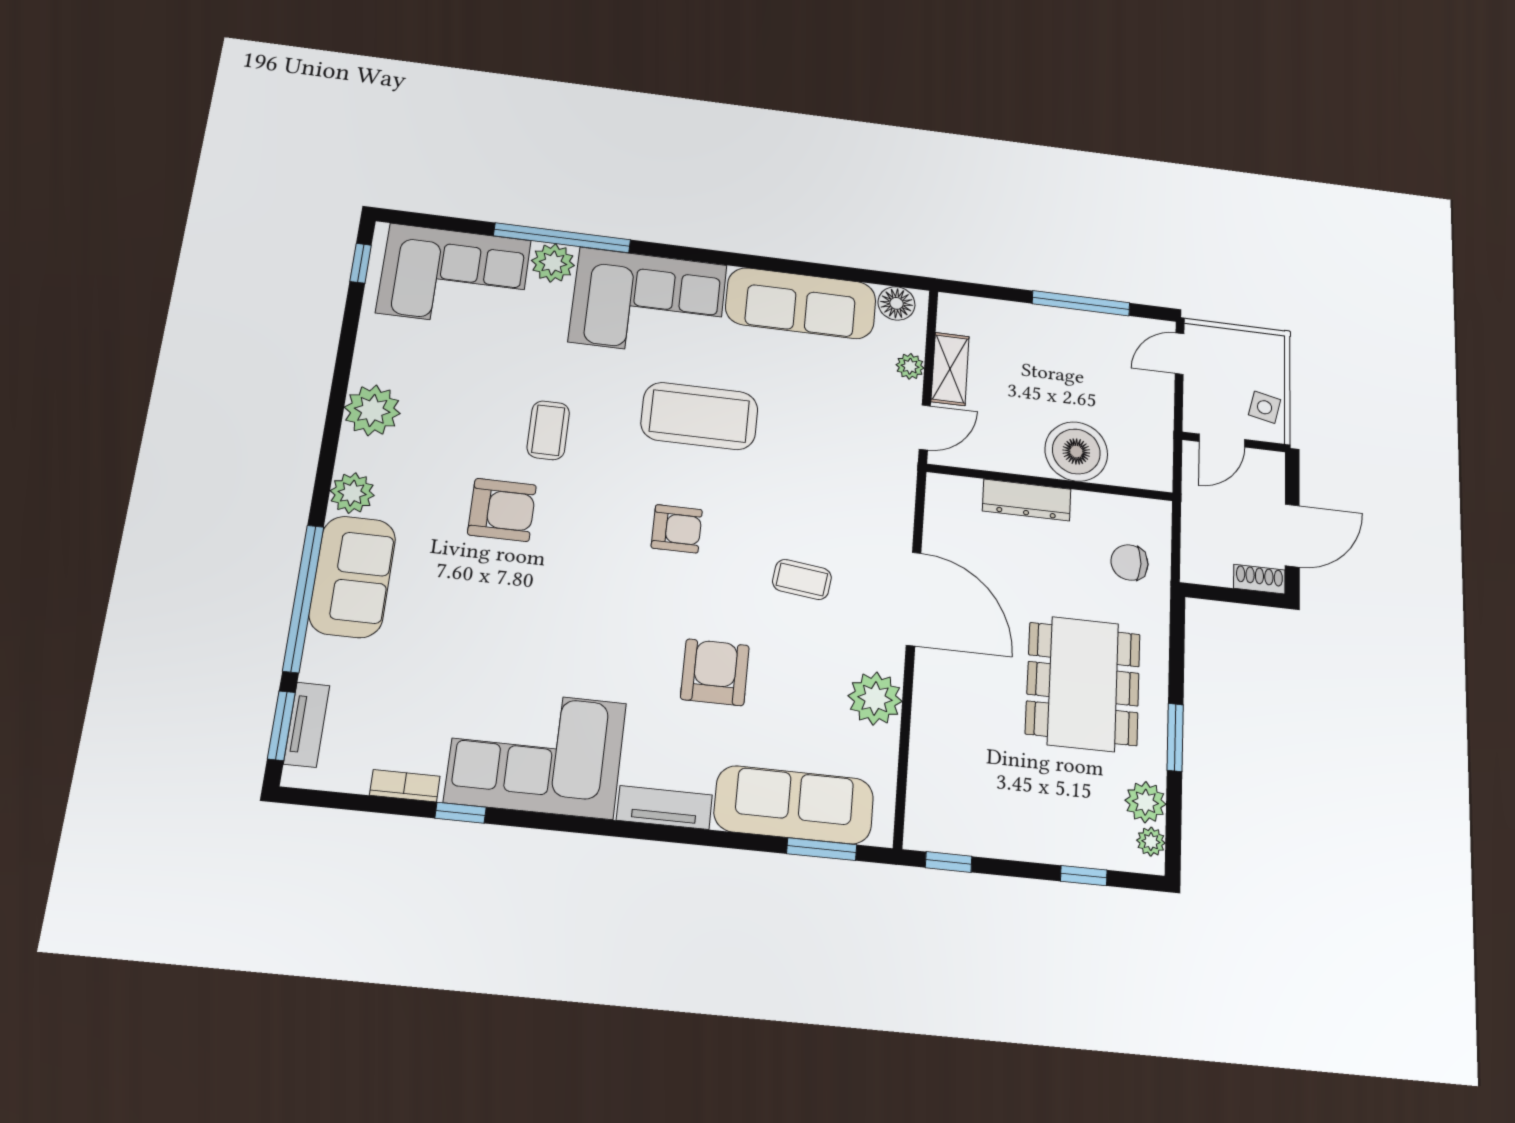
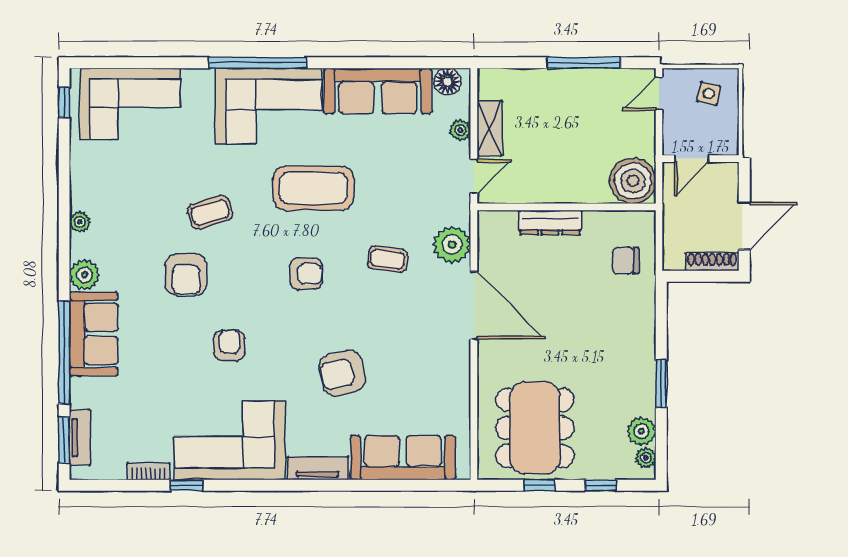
window: (562, 238) -> (257, 63), moved
plant: (553, 263) -> (198, 84), removed
side table: (1265, 407) -> (709, 94), moved
plant: (372, 410) -> (80, 222), width x0.53, depth x0.53
coffee table: (548, 430) -> (210, 212), turned 73
boiler: (1076, 452) -> (633, 181), moved
armchair: (502, 510) -> (186, 275), turned 90
coffee table: (802, 579) -> (387, 259), moved
shoe rack: (1259, 579) -> (712, 262), width x1.43
armchair: (553, 615) -> (229, 346), added
armchair: (715, 672) -> (342, 373), turned -103
dining table: (1083, 684) -> (535, 428), moved
plant: (875, 698) -> (452, 244), moved
window: (822, 849) -> (424, 485), removed
window: (949, 862) -> (539, 485), moved

